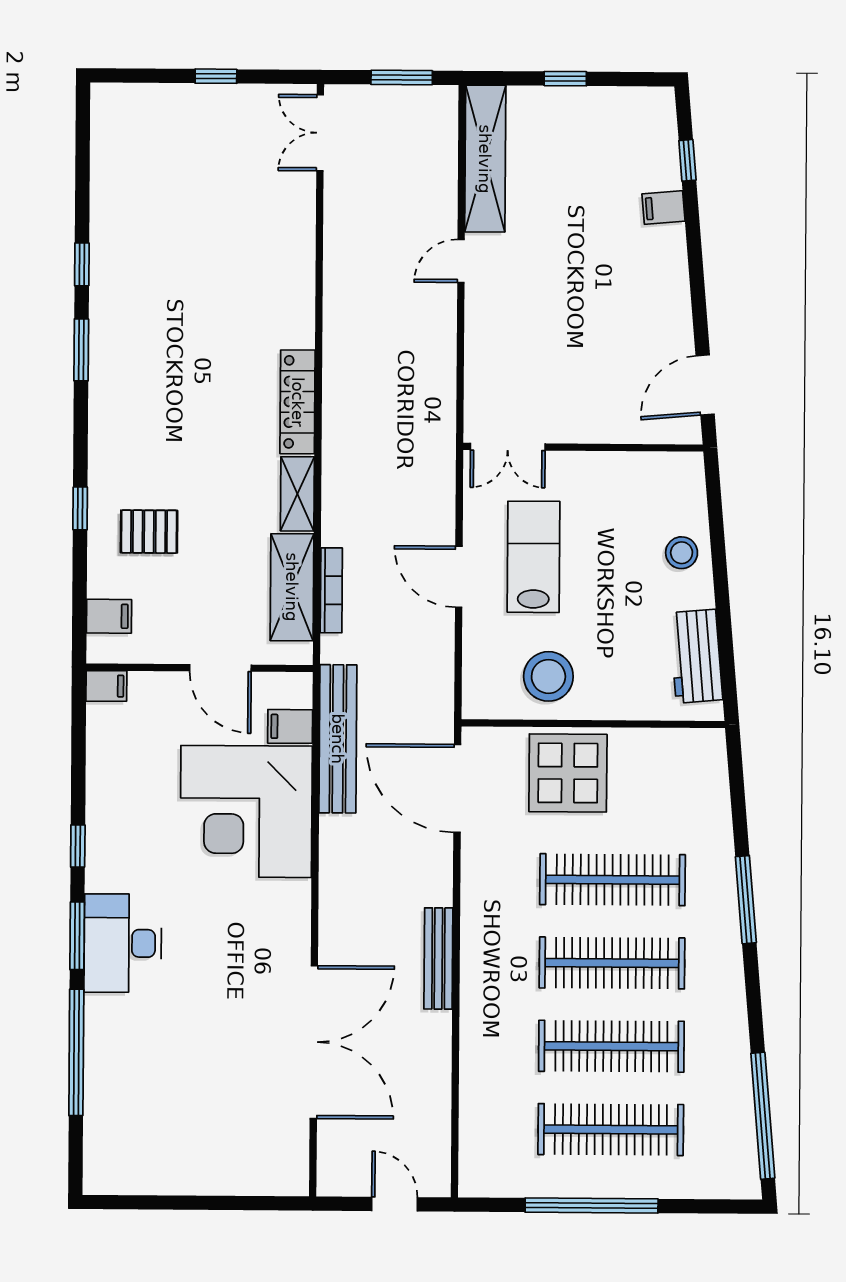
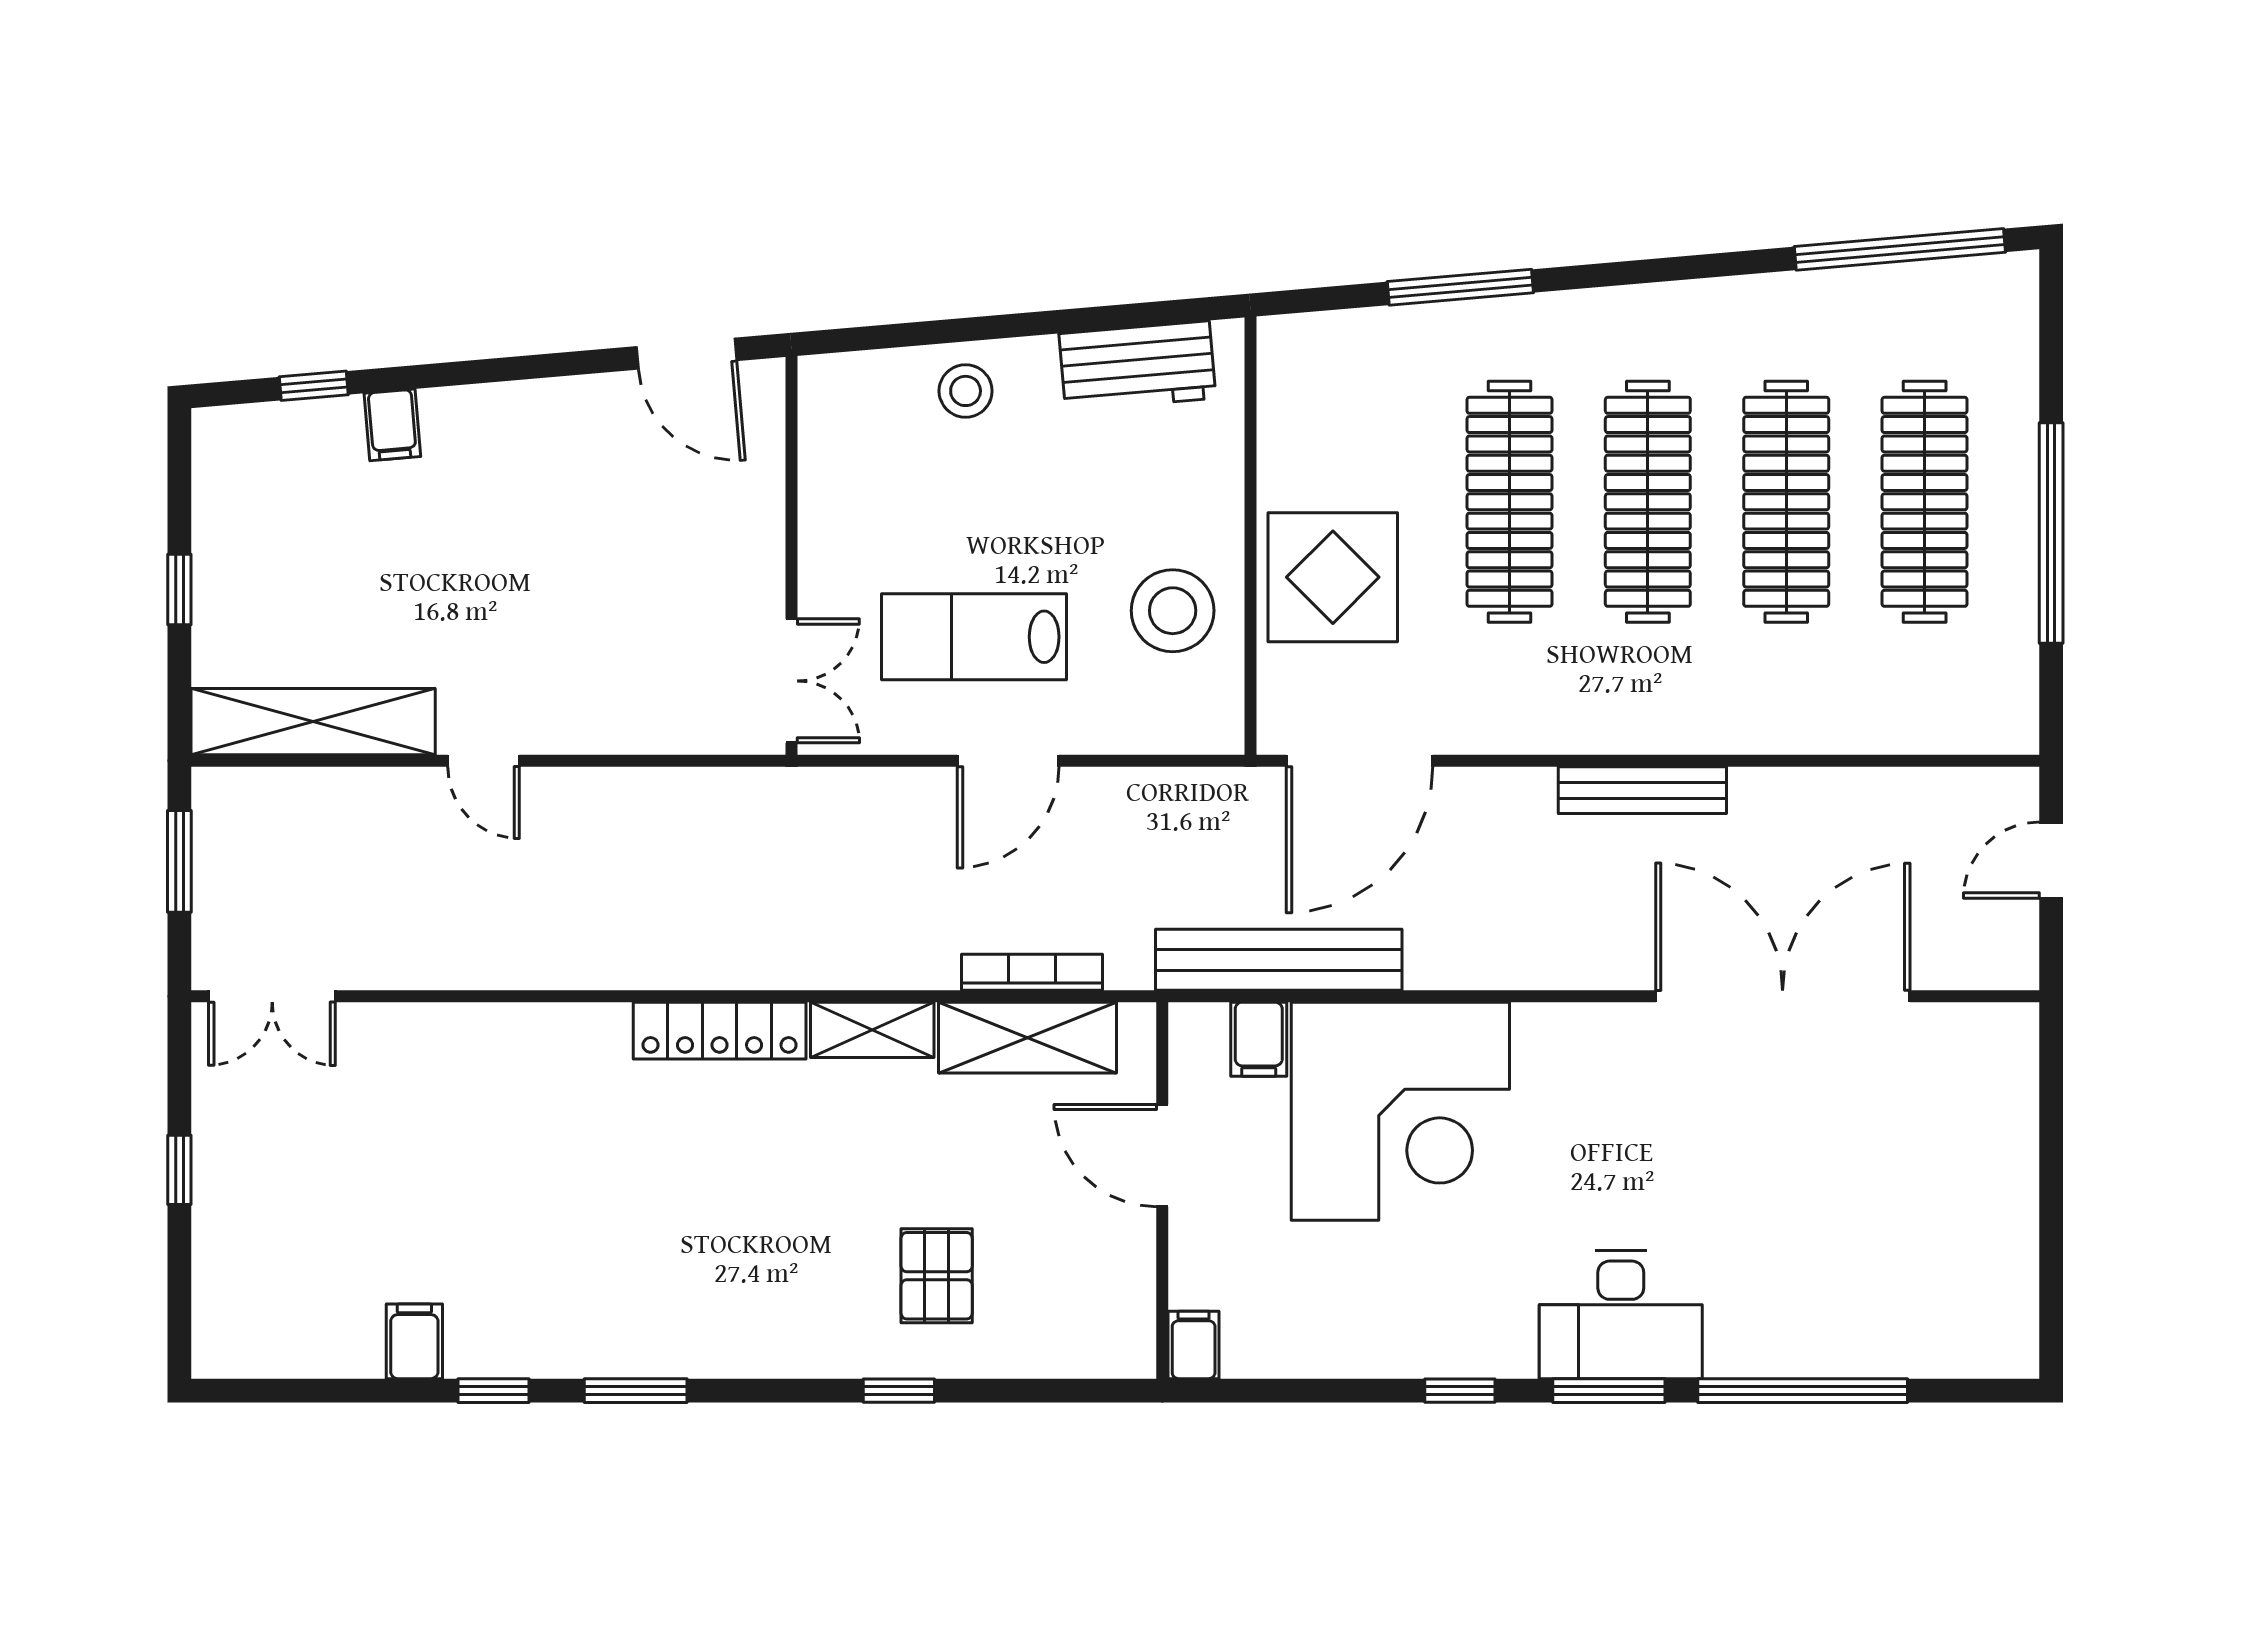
filing cabinet: (109, 616) -> (414, 1341), moved
door: (220, 668) -> (1162, 1156), swing flipped
window: (746, 900) -> (1460, 287), moved

